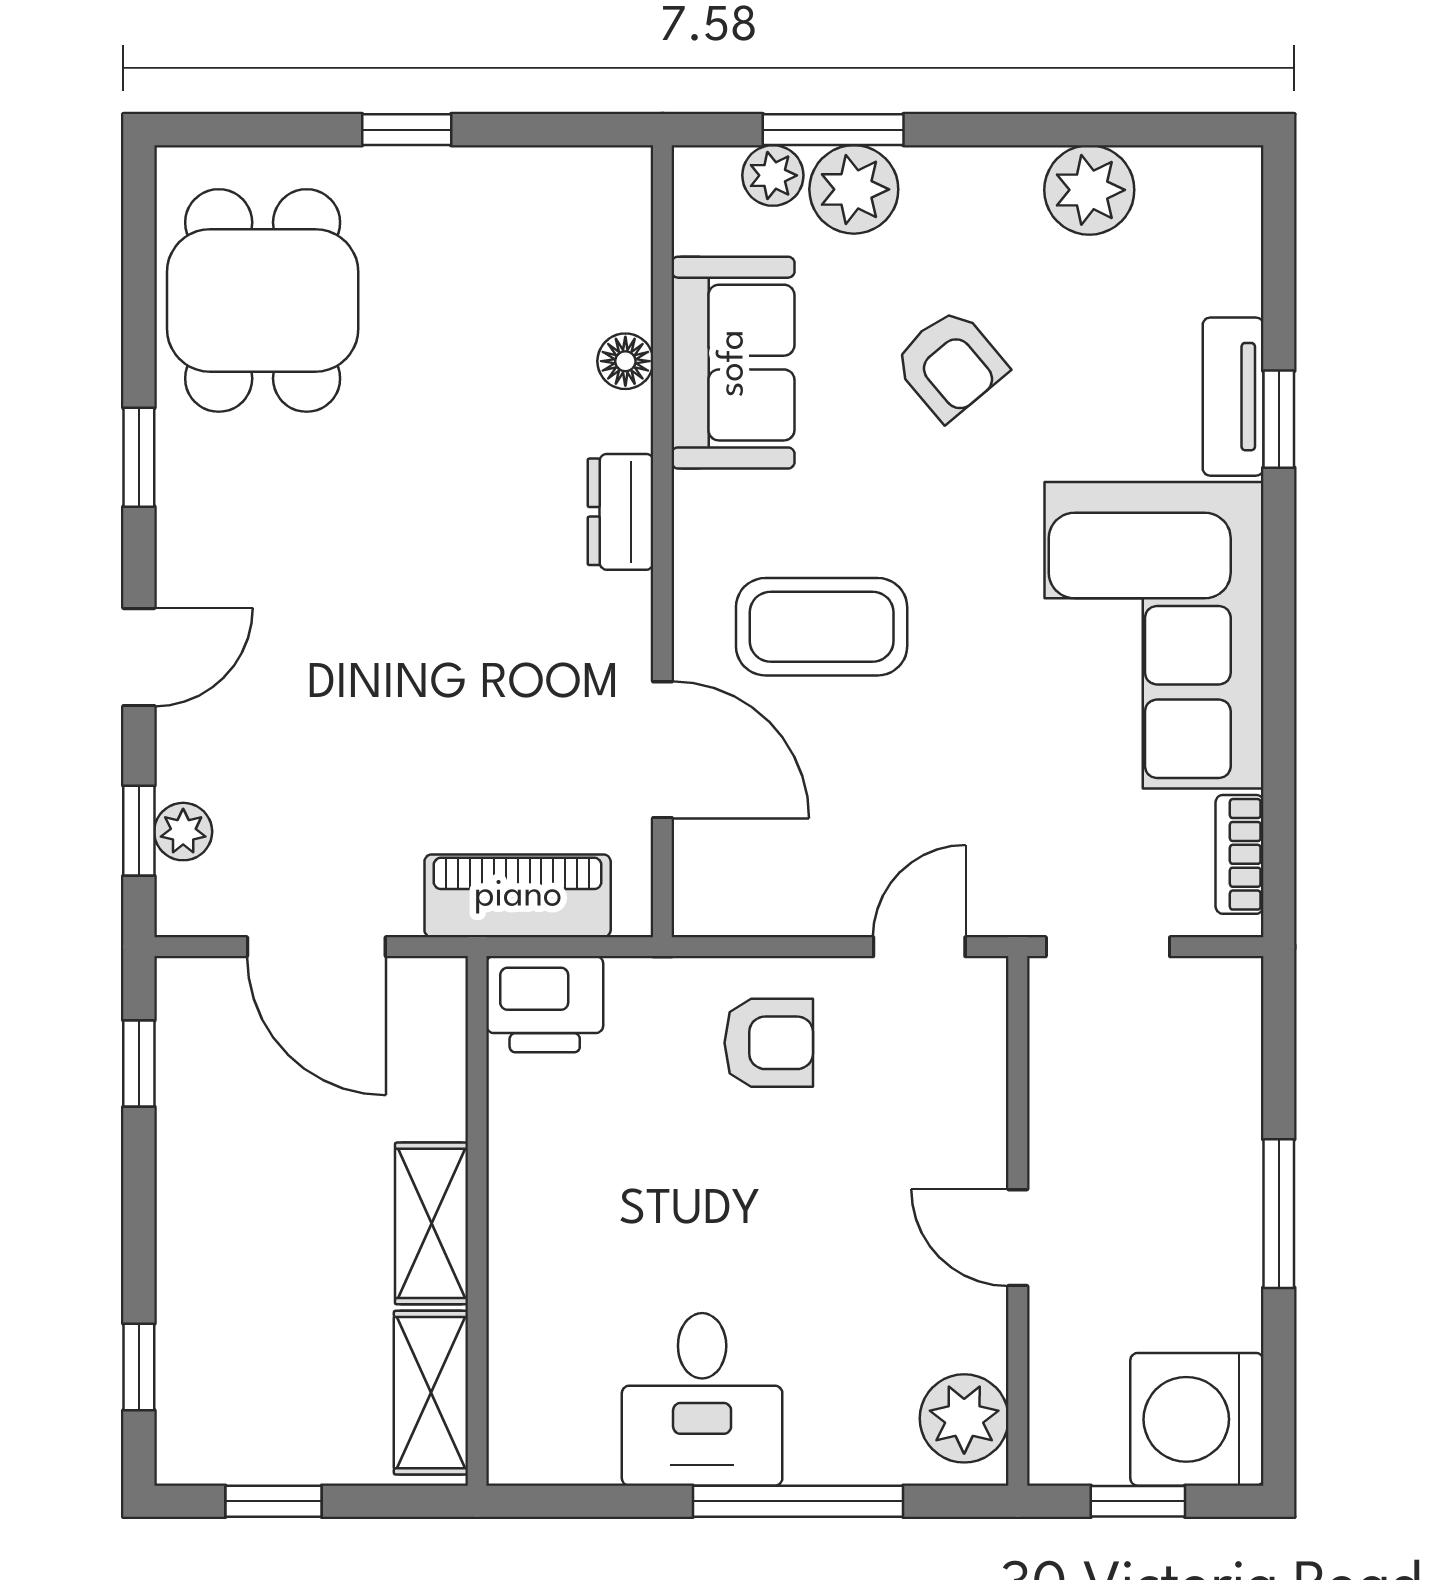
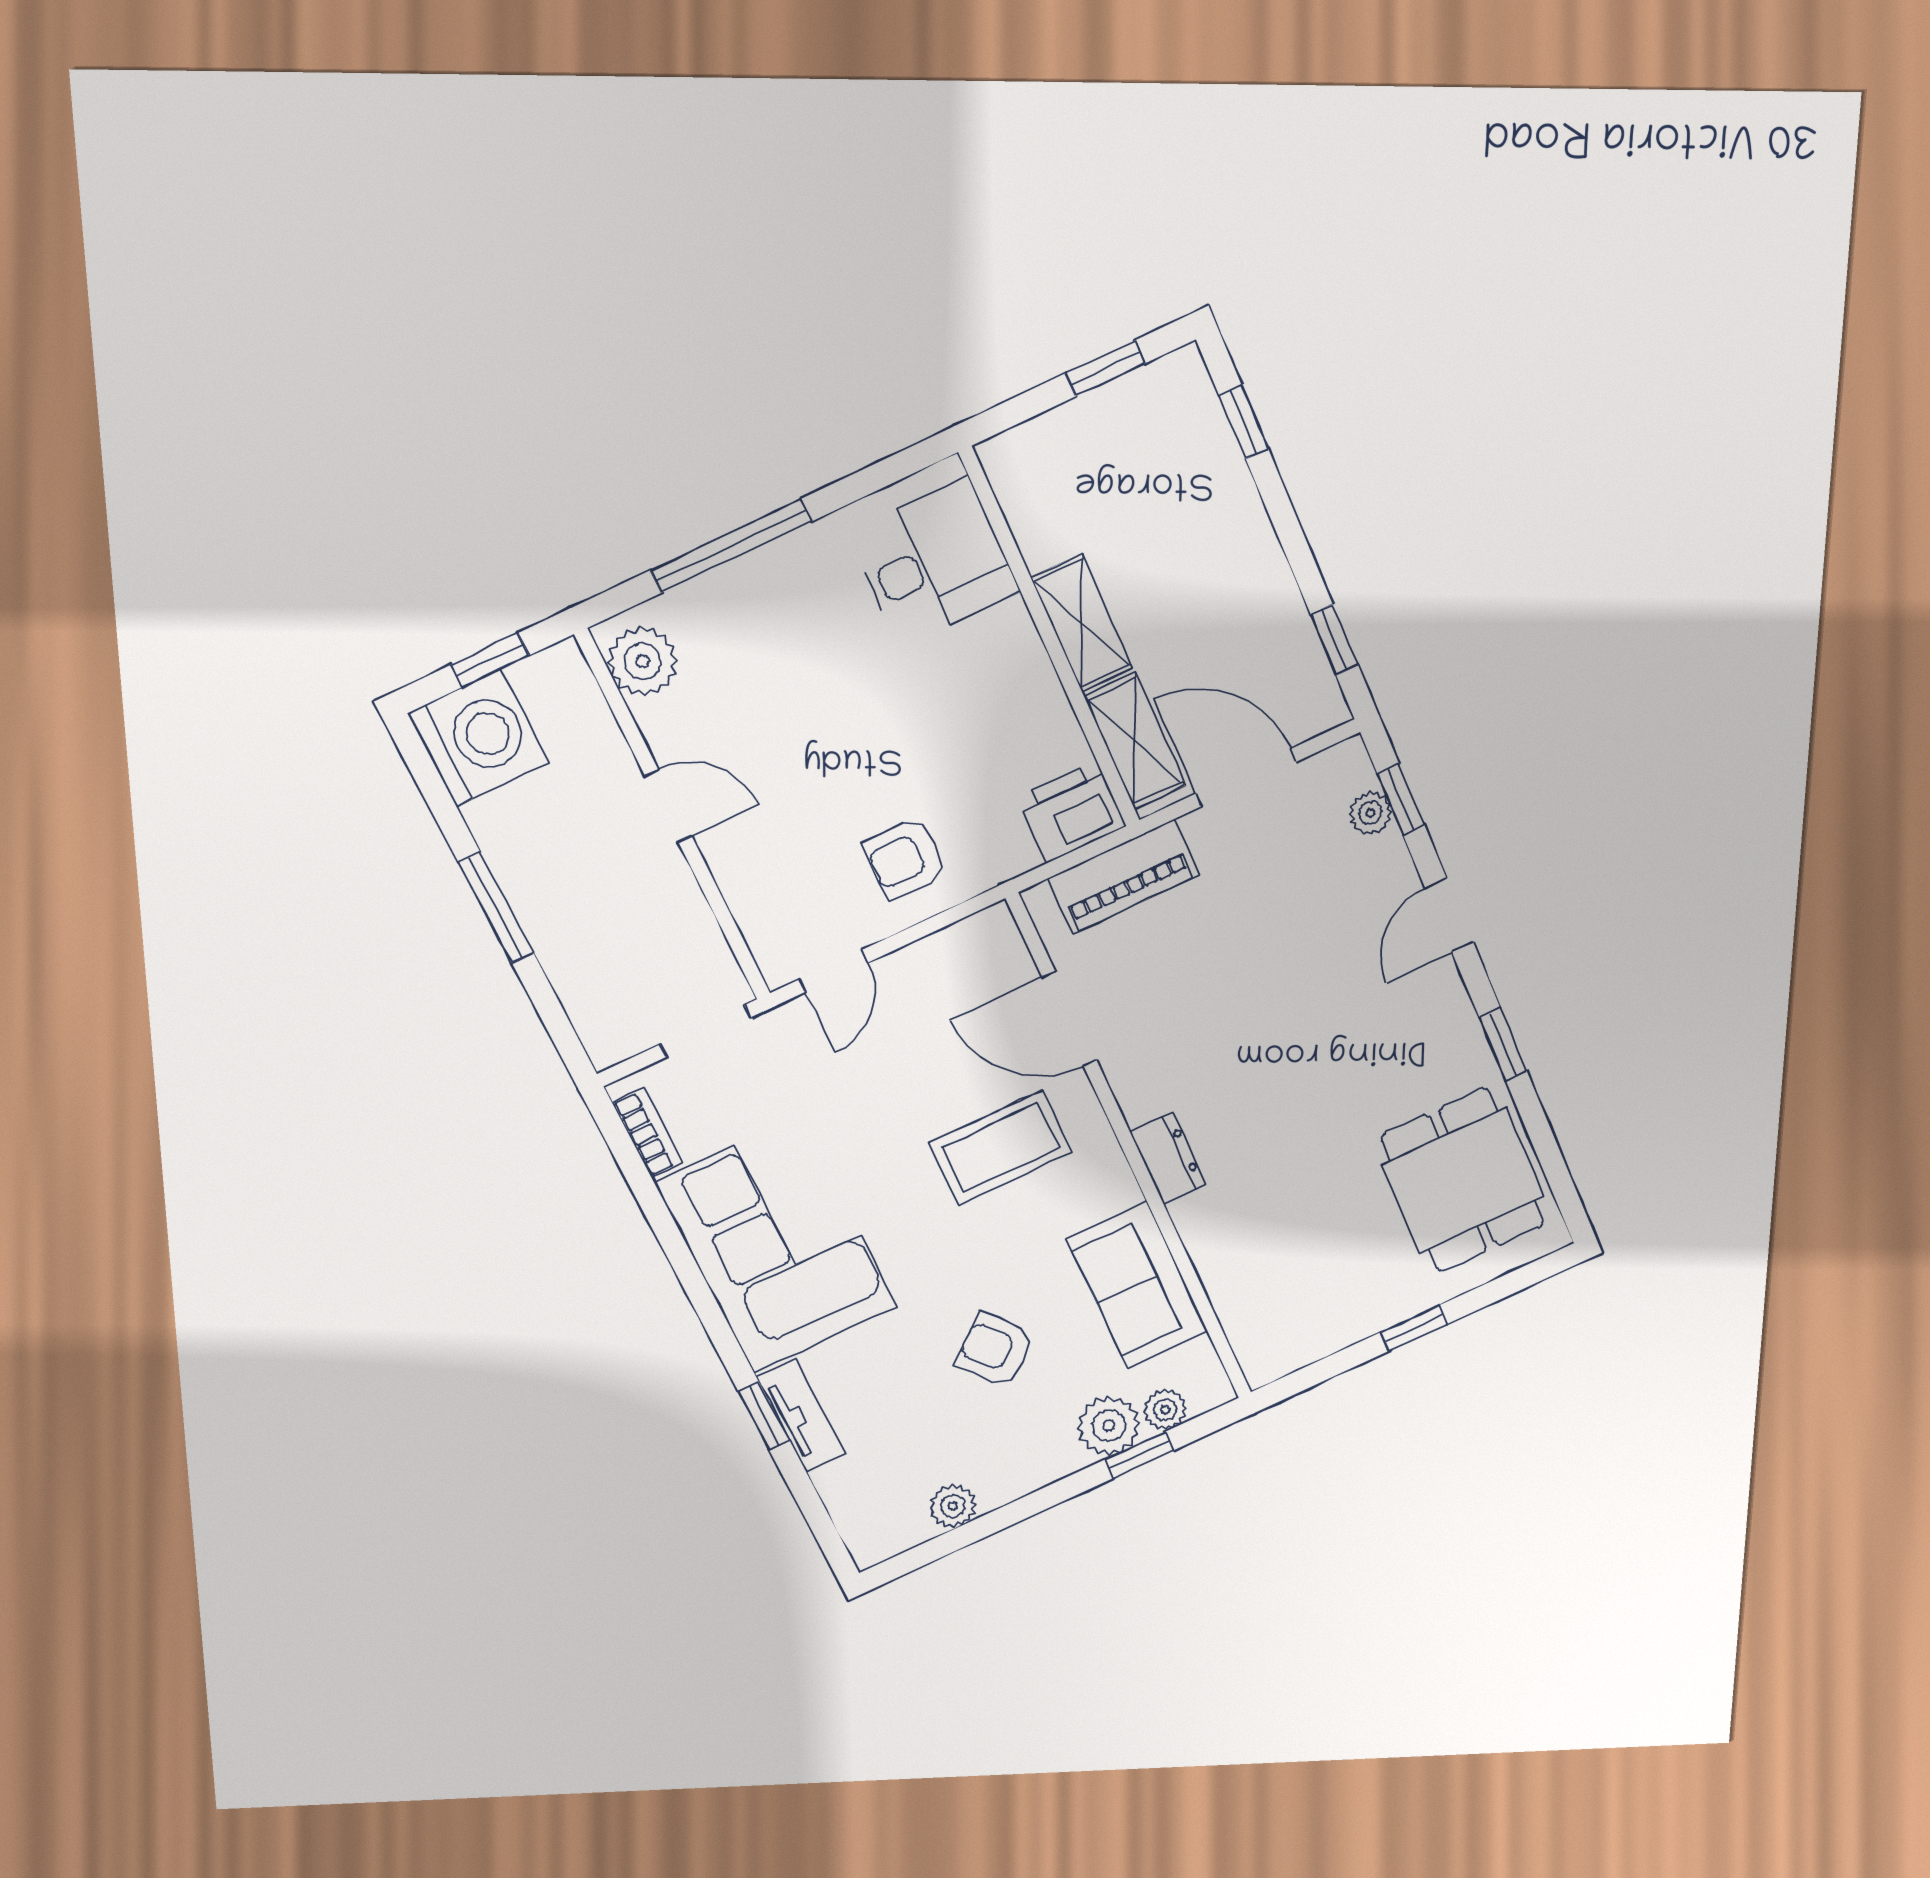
window: (833, 130) -> (1139, 1455), width x0.67
plant: (1089, 190) -> (953, 1506), width x0.73, depth x0.73
floor lamp: (625, 361) -> (1208, 1253), removed
shelving: (431, 1393) -> (1135, 741), moved
desk: (702, 1399) -> (934, 563), moved, turned 90

